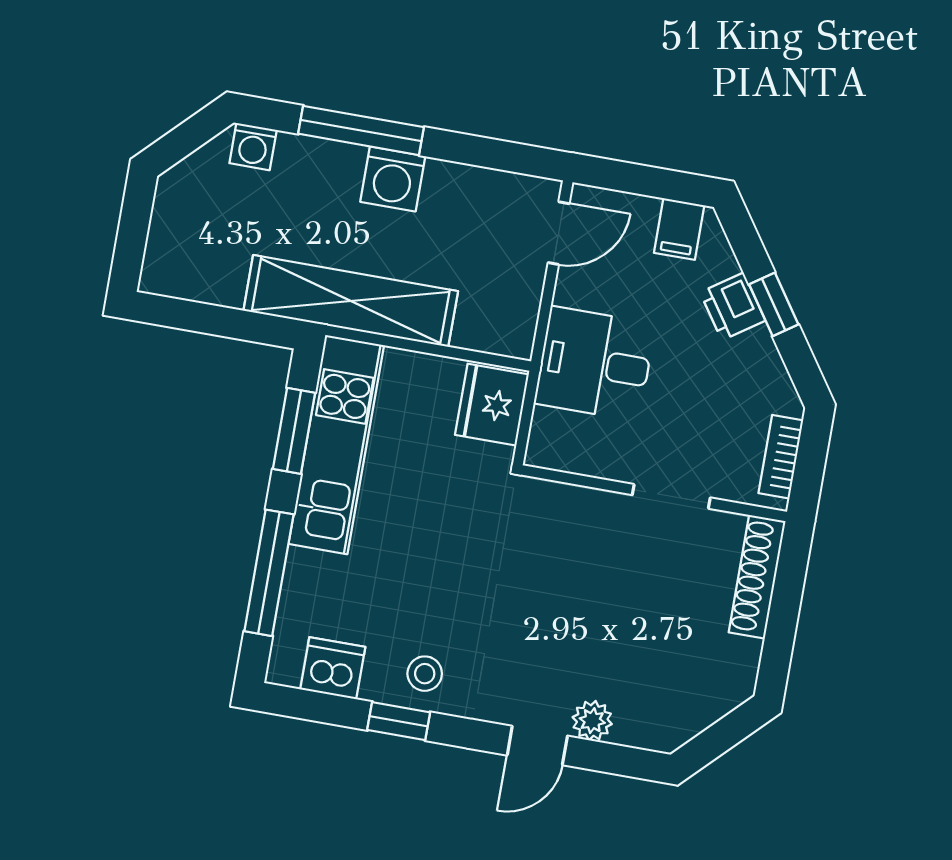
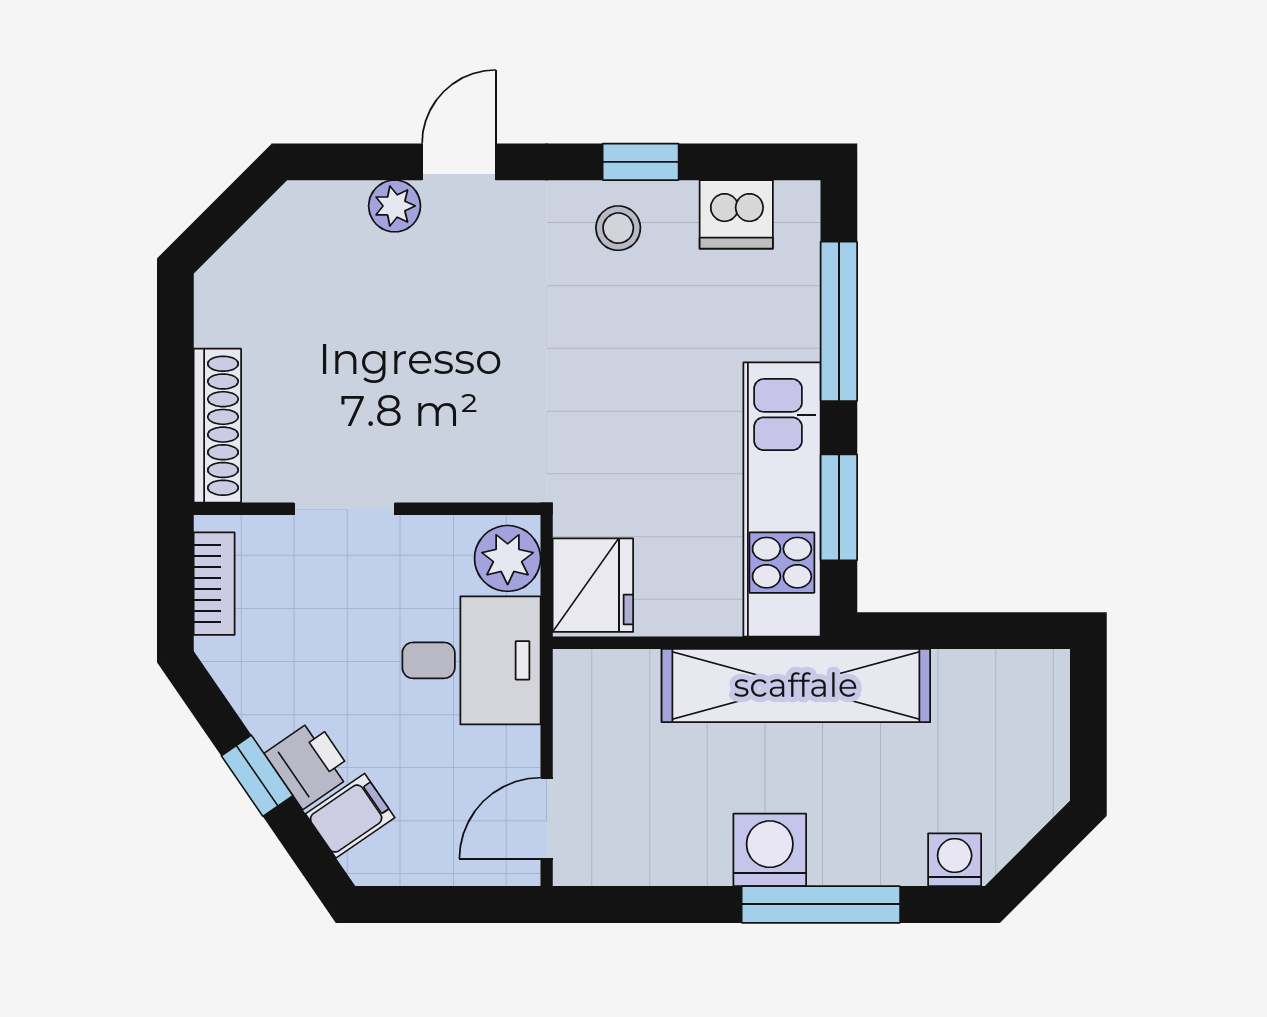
filing cabinet: (679, 229) -> (350, 816), moved, turned 56
plant: (554, 437) -> (508, 558), added

